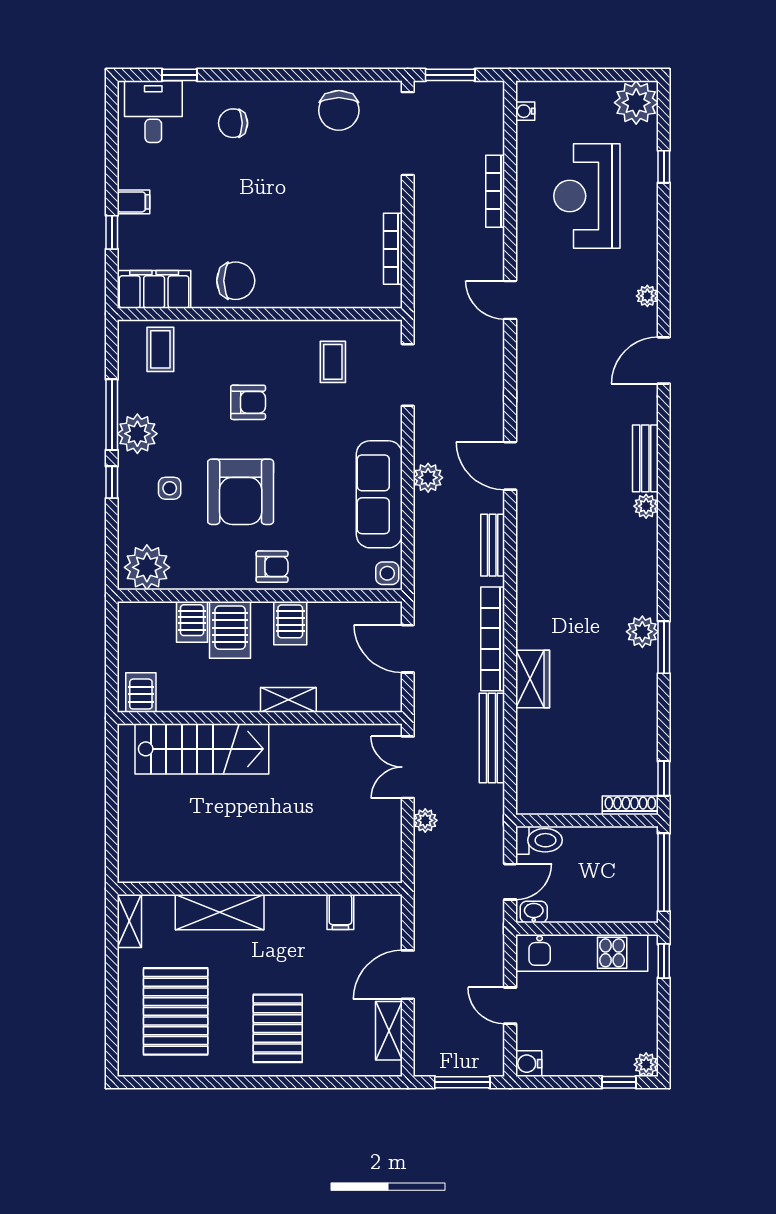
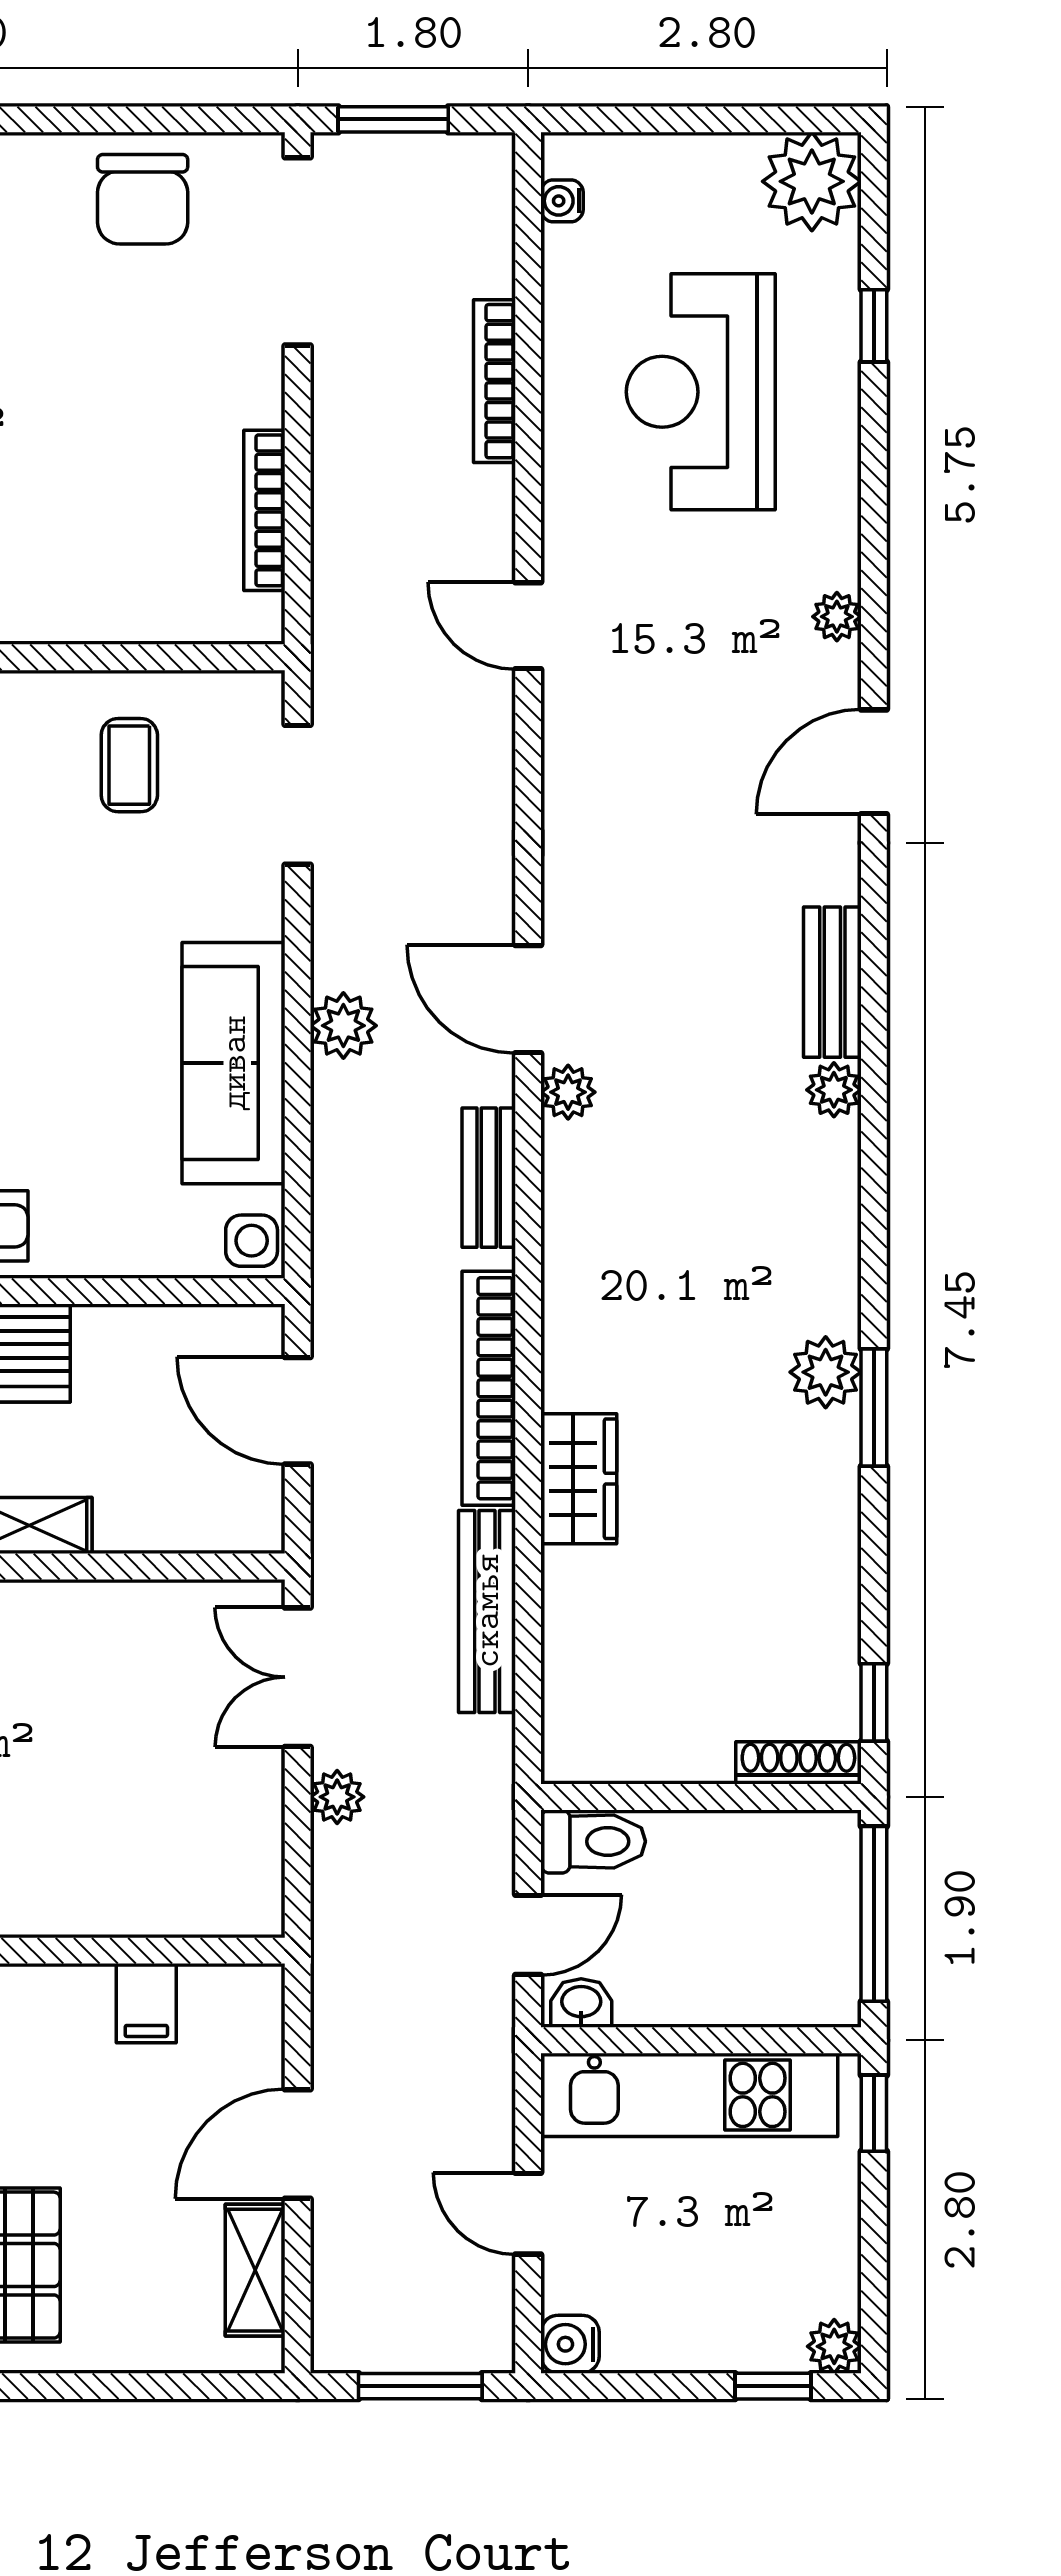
plant: (528, 507) -> (568, 1092), added

